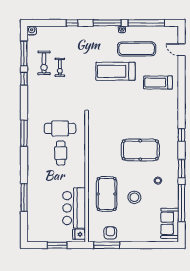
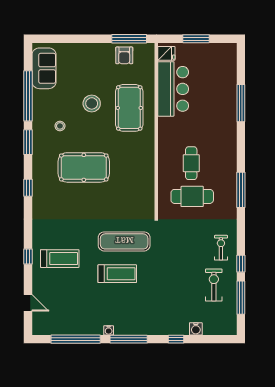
water cooler: (32, 31) -> (196, 329), moved
exercise mat: (137, 49) -> (124, 241), moved
exercise bike: (60, 67) -> (221, 248), moved
treadmill: (115, 71) -> (117, 274), width x0.73, depth x0.73
window: (182, 84) -> (28, 256), added

